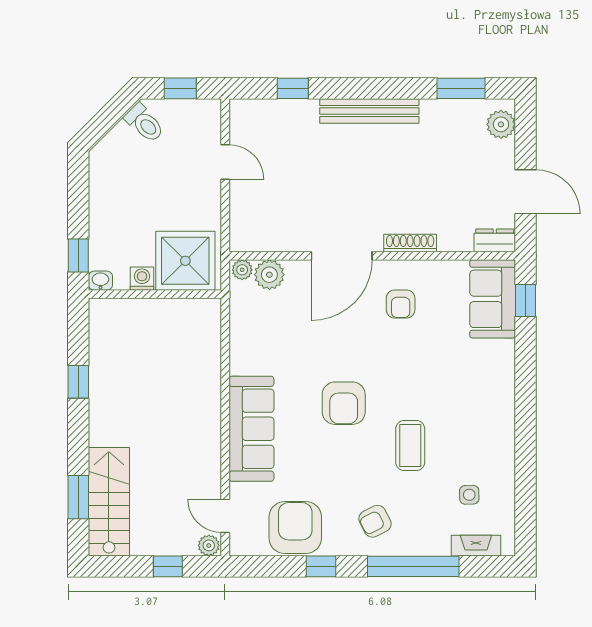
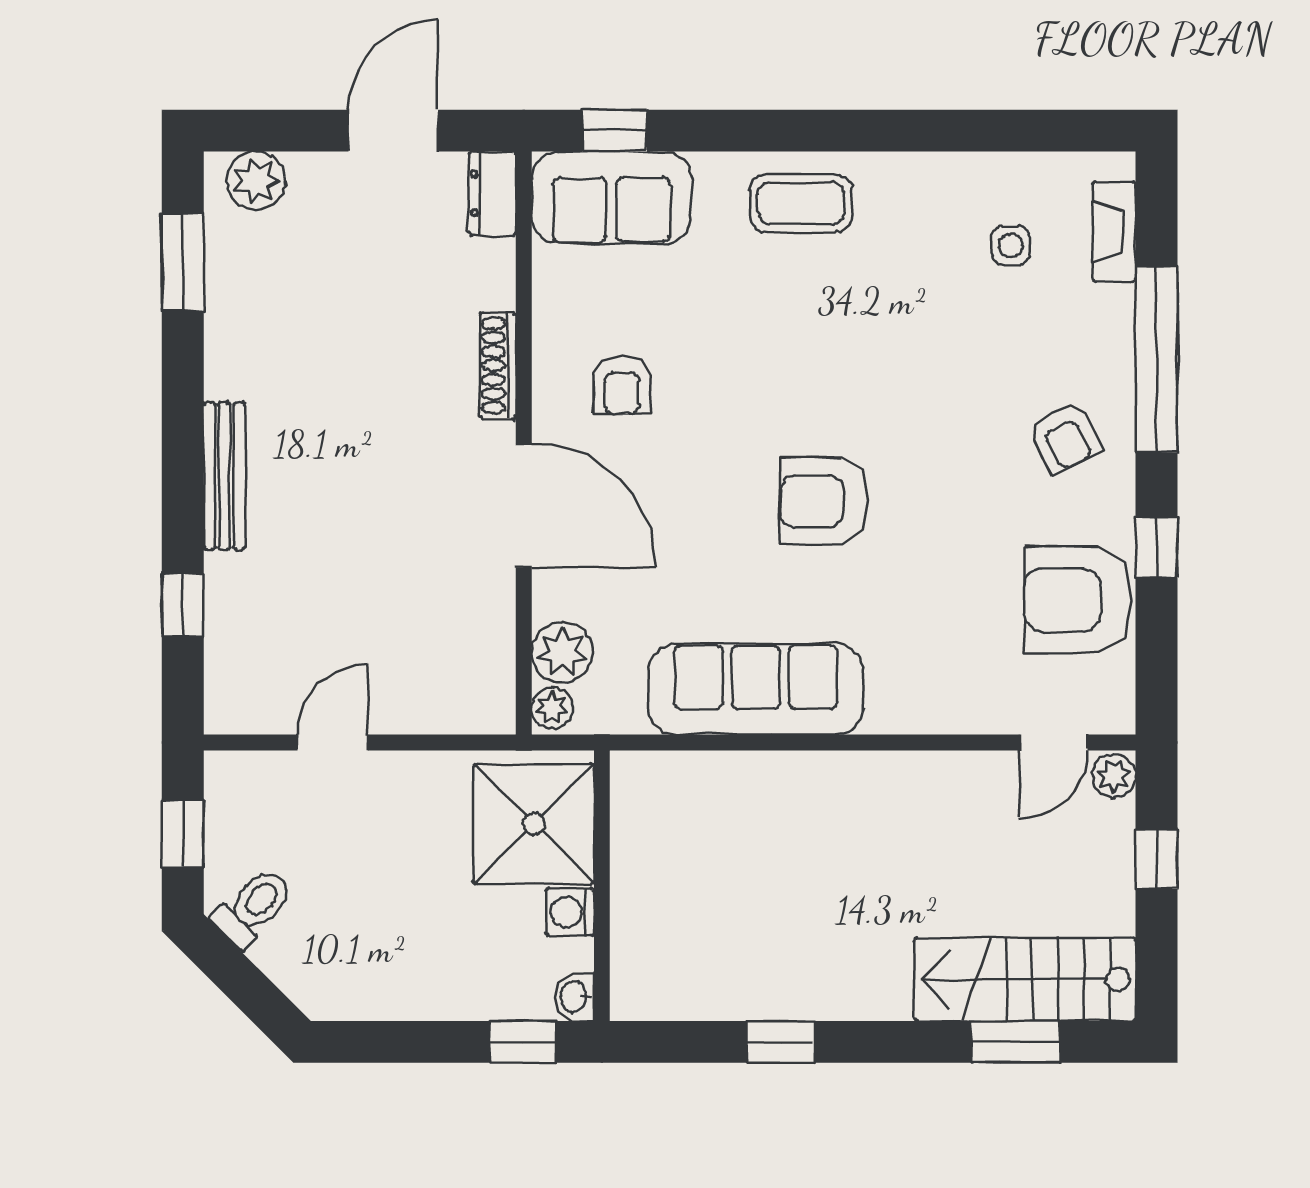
bench: (369, 111) -> (224, 476), width x0.73, depth x0.82
armchair: (401, 304) -> (622, 385), turned 90
armchair: (344, 403) -> (824, 501), turned 180
sofa: (251, 429) -> (756, 689), moved
coffee table: (410, 446) -> (801, 203), moved

